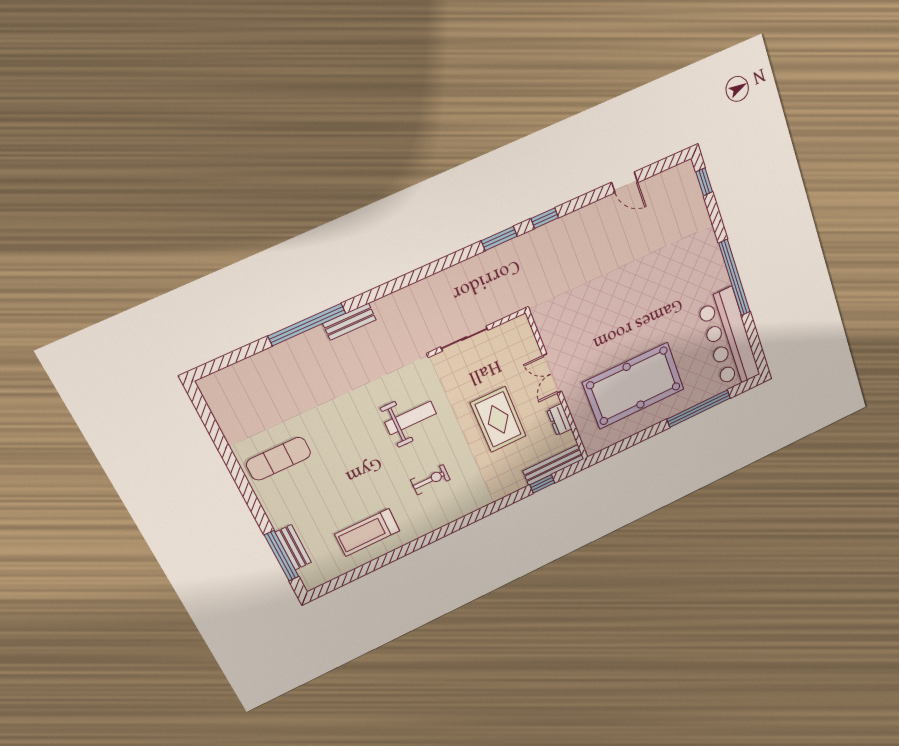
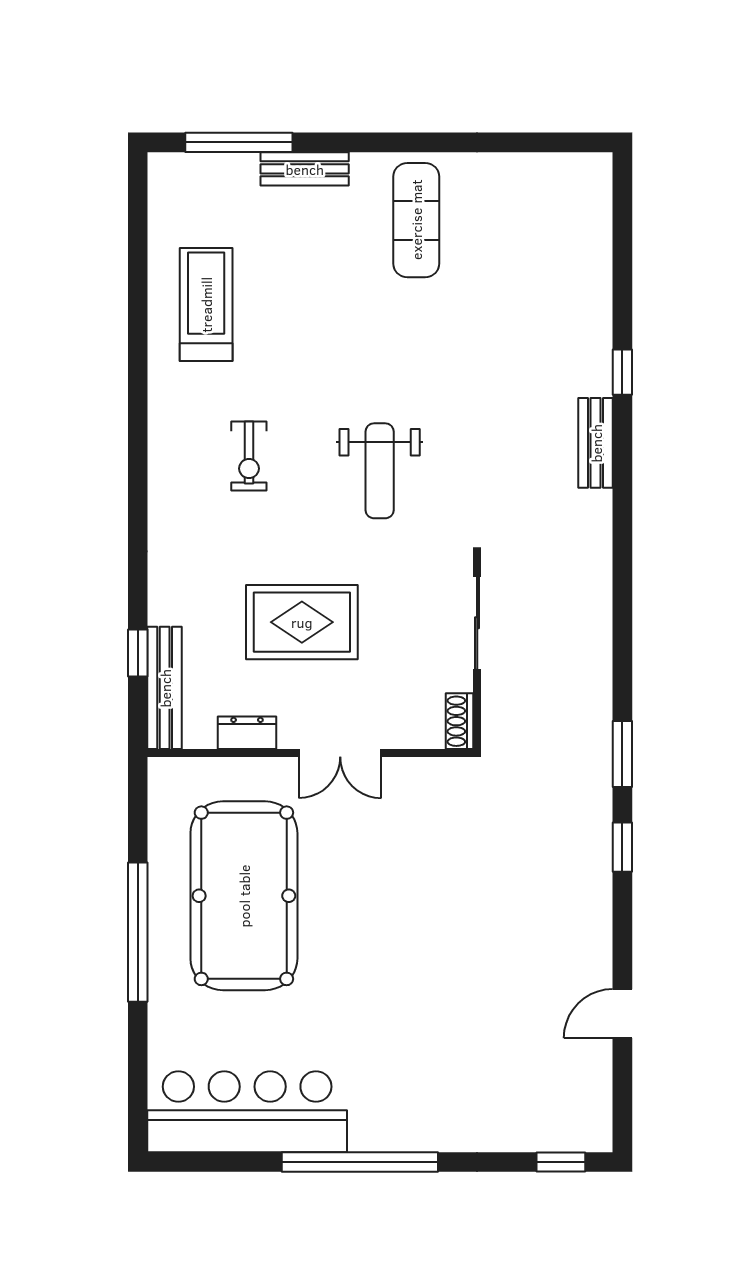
window: (307, 325) -> (622, 372), width x0.32
shoe rack: (515, 325) -> (460, 721), added
double door: (552, 374) -> (340, 753), swing flipped
window: (699, 409) -> (138, 932), moved
bench: (293, 547) -> (305, 169), moved

